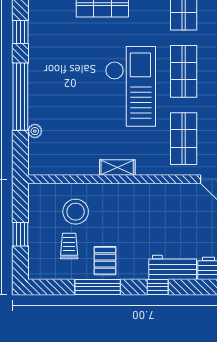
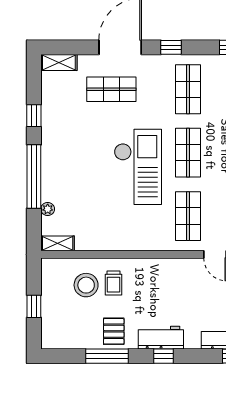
shelving: (117, 168) -> (58, 243), moved
trolley: (69, 246) -> (113, 283), moved, turned 180
workbench: (173, 267) -> (161, 338), moved

